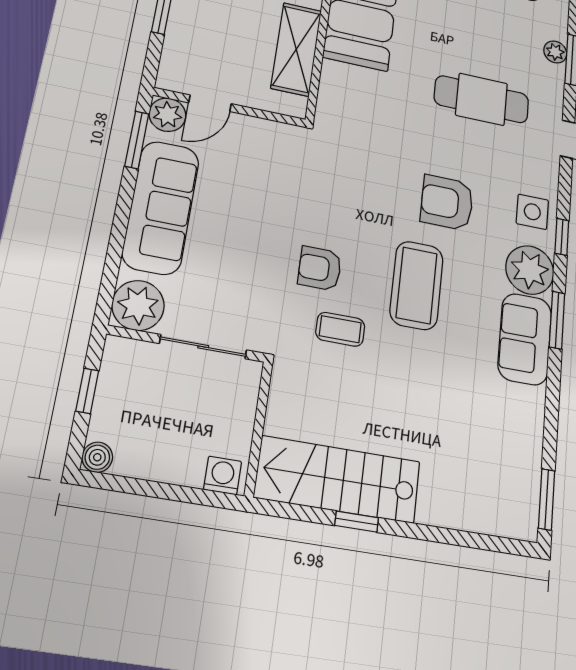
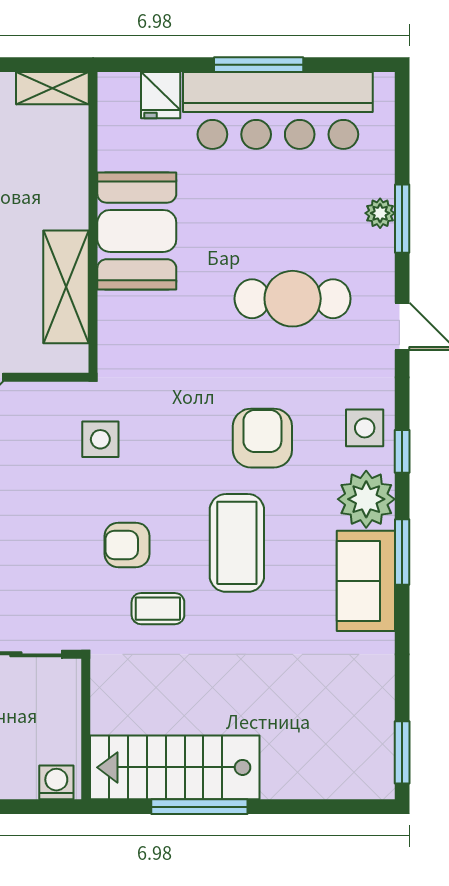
side table: (308, 175) -> (100, 439), added
armchair: (447, 203) -> (262, 438), turned 90
window: (357, 522) -> (199, 807), width x2.17

